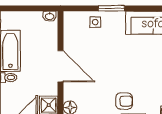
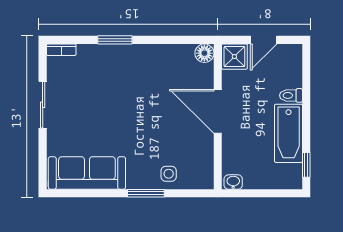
armchair: (124, 101) -> (128, 62), removed

